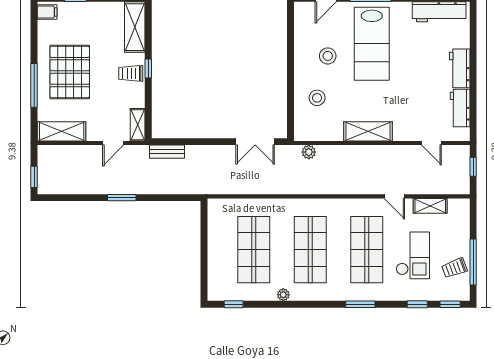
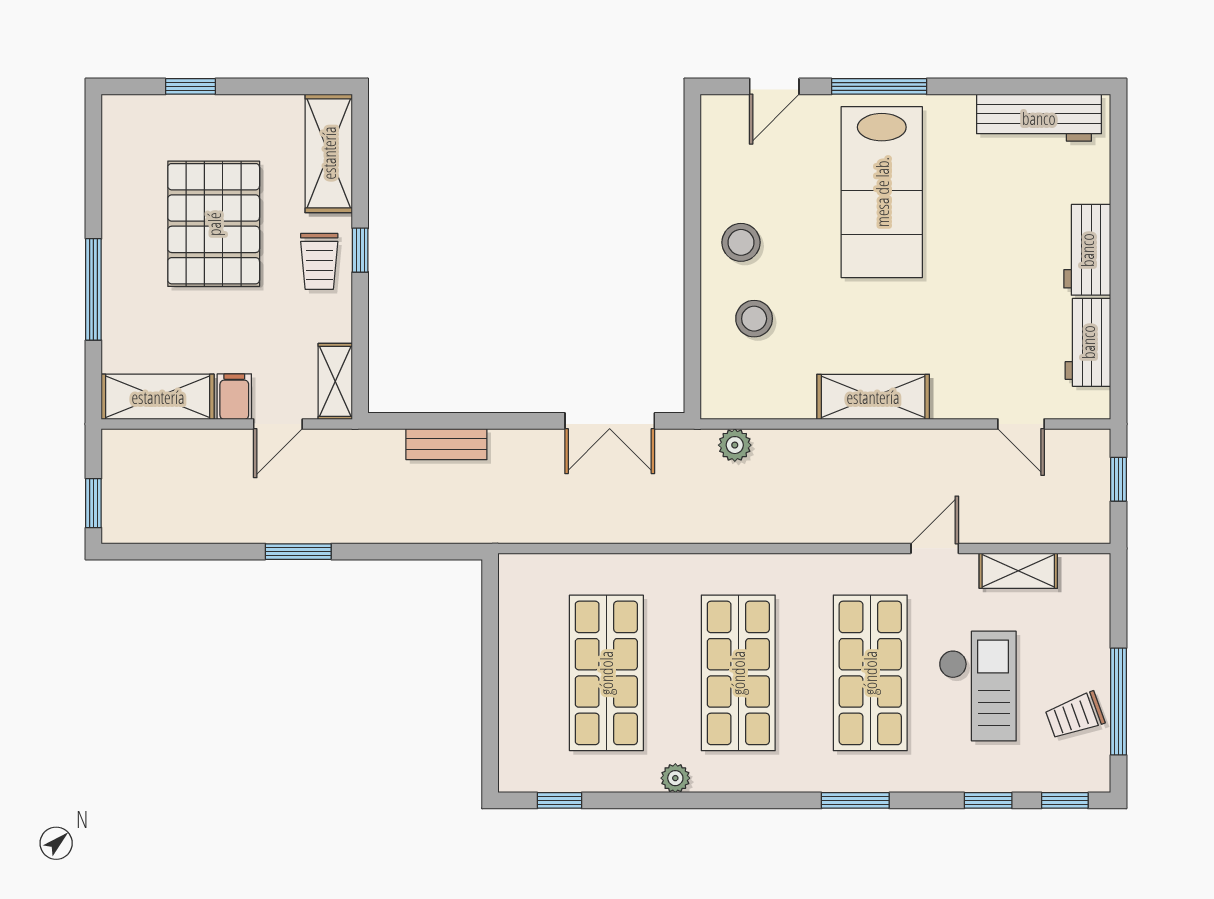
filing cabinet: (47, 12) -> (234, 397), moved, turned -90
stool: (328, 56) -> (741, 242), moved
pallet: (70, 72) -> (214, 224), moved
trolley: (131, 73) -> (319, 261), turned -90
bench: (167, 152) -> (446, 444), moved
door: (394, 196) -> (935, 548), swing flipped

